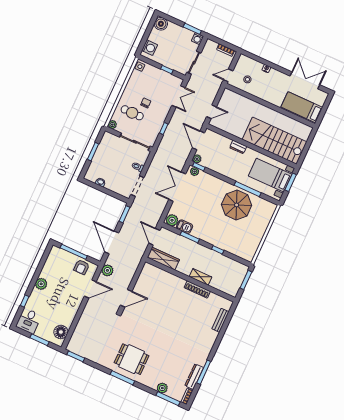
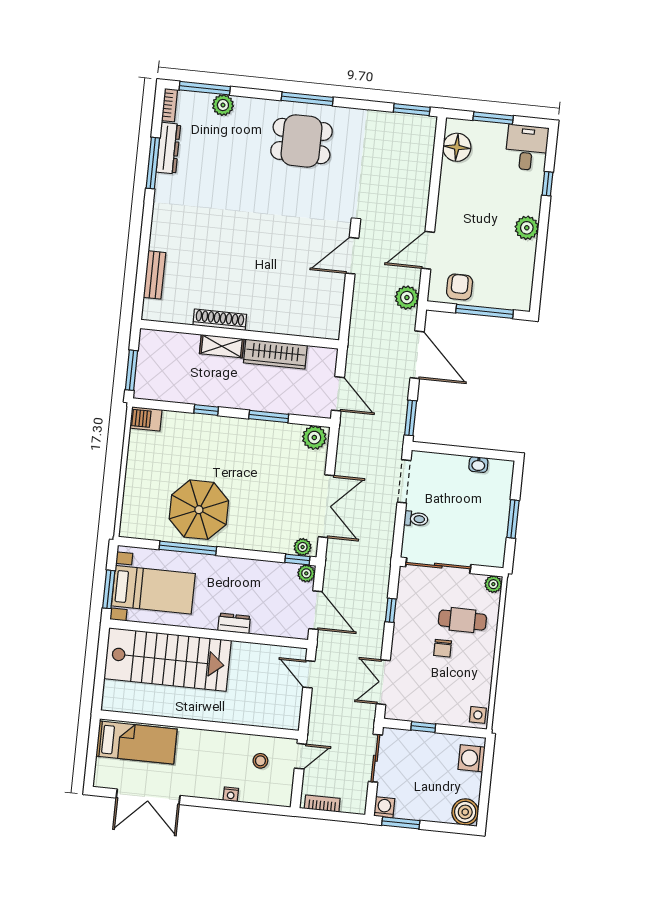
door: (212, 112) -> (309, 674), hinge flipped
barbecue: (185, 227) -> (146, 419), moved
wardrobe: (163, 259) -> (275, 354), moved

